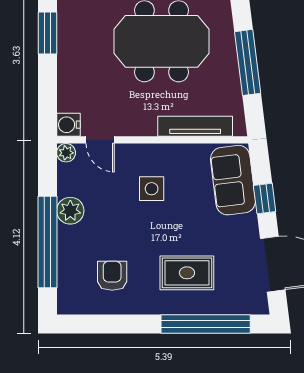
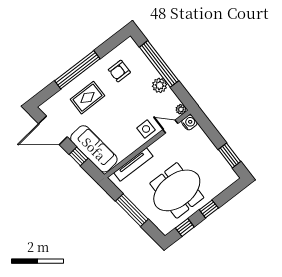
sofa: (233, 180) -> (94, 149), width x1.36
side table: (152, 189) -> (146, 129), moved
armchair: (112, 276) -> (119, 71), turned 90
window: (206, 324) -> (77, 70), moved

